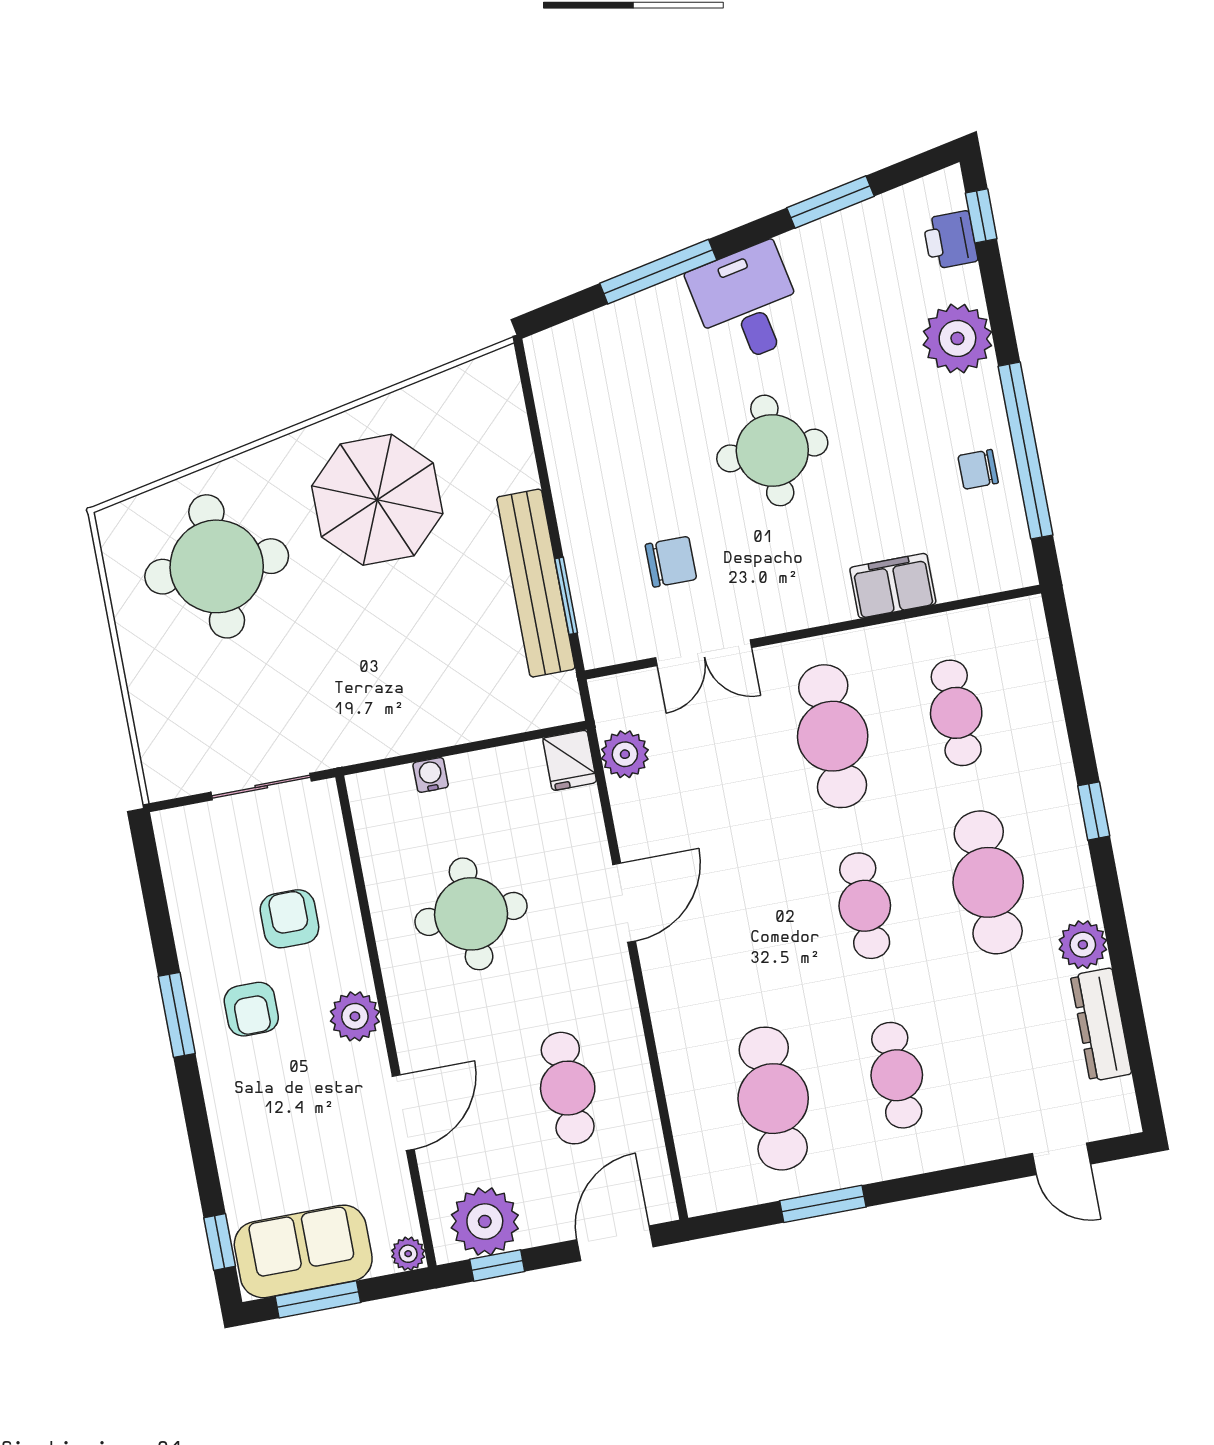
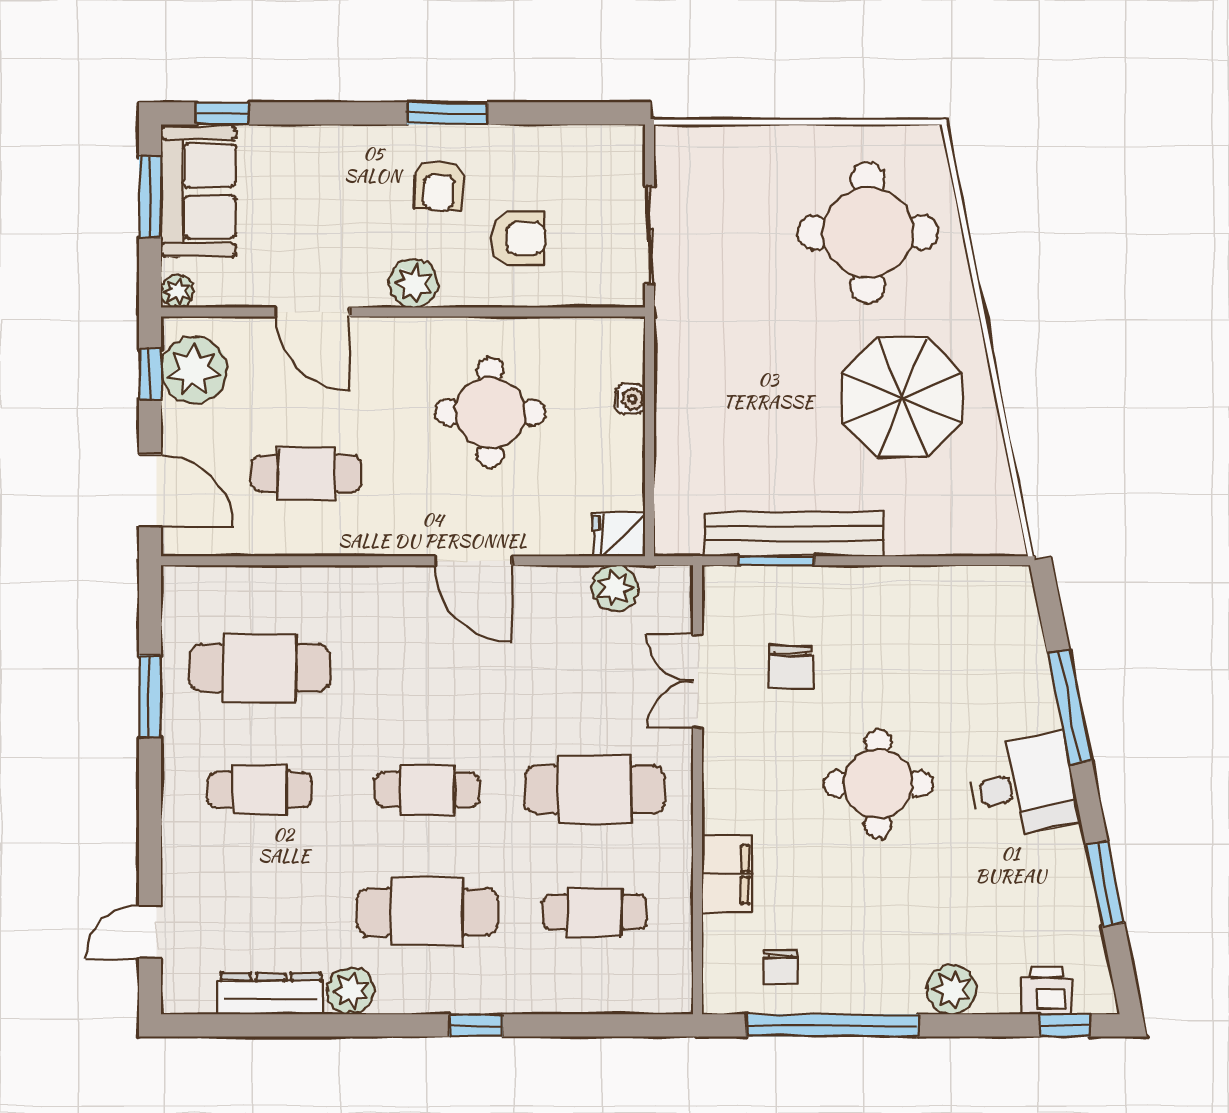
plant: (957, 338) -> (952, 990), width x0.73, depth x0.73
chair: (978, 469) -> (780, 967), moved, turned 180
armchair: (251, 1009) -> (439, 186), turned -88

